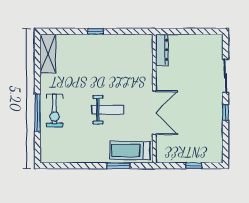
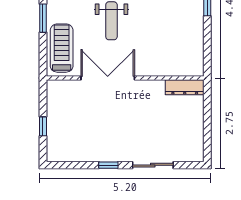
double door: (154, 113) -> (108, 78), swing flipped
window: (118, 166) -> (43, 18), moved

